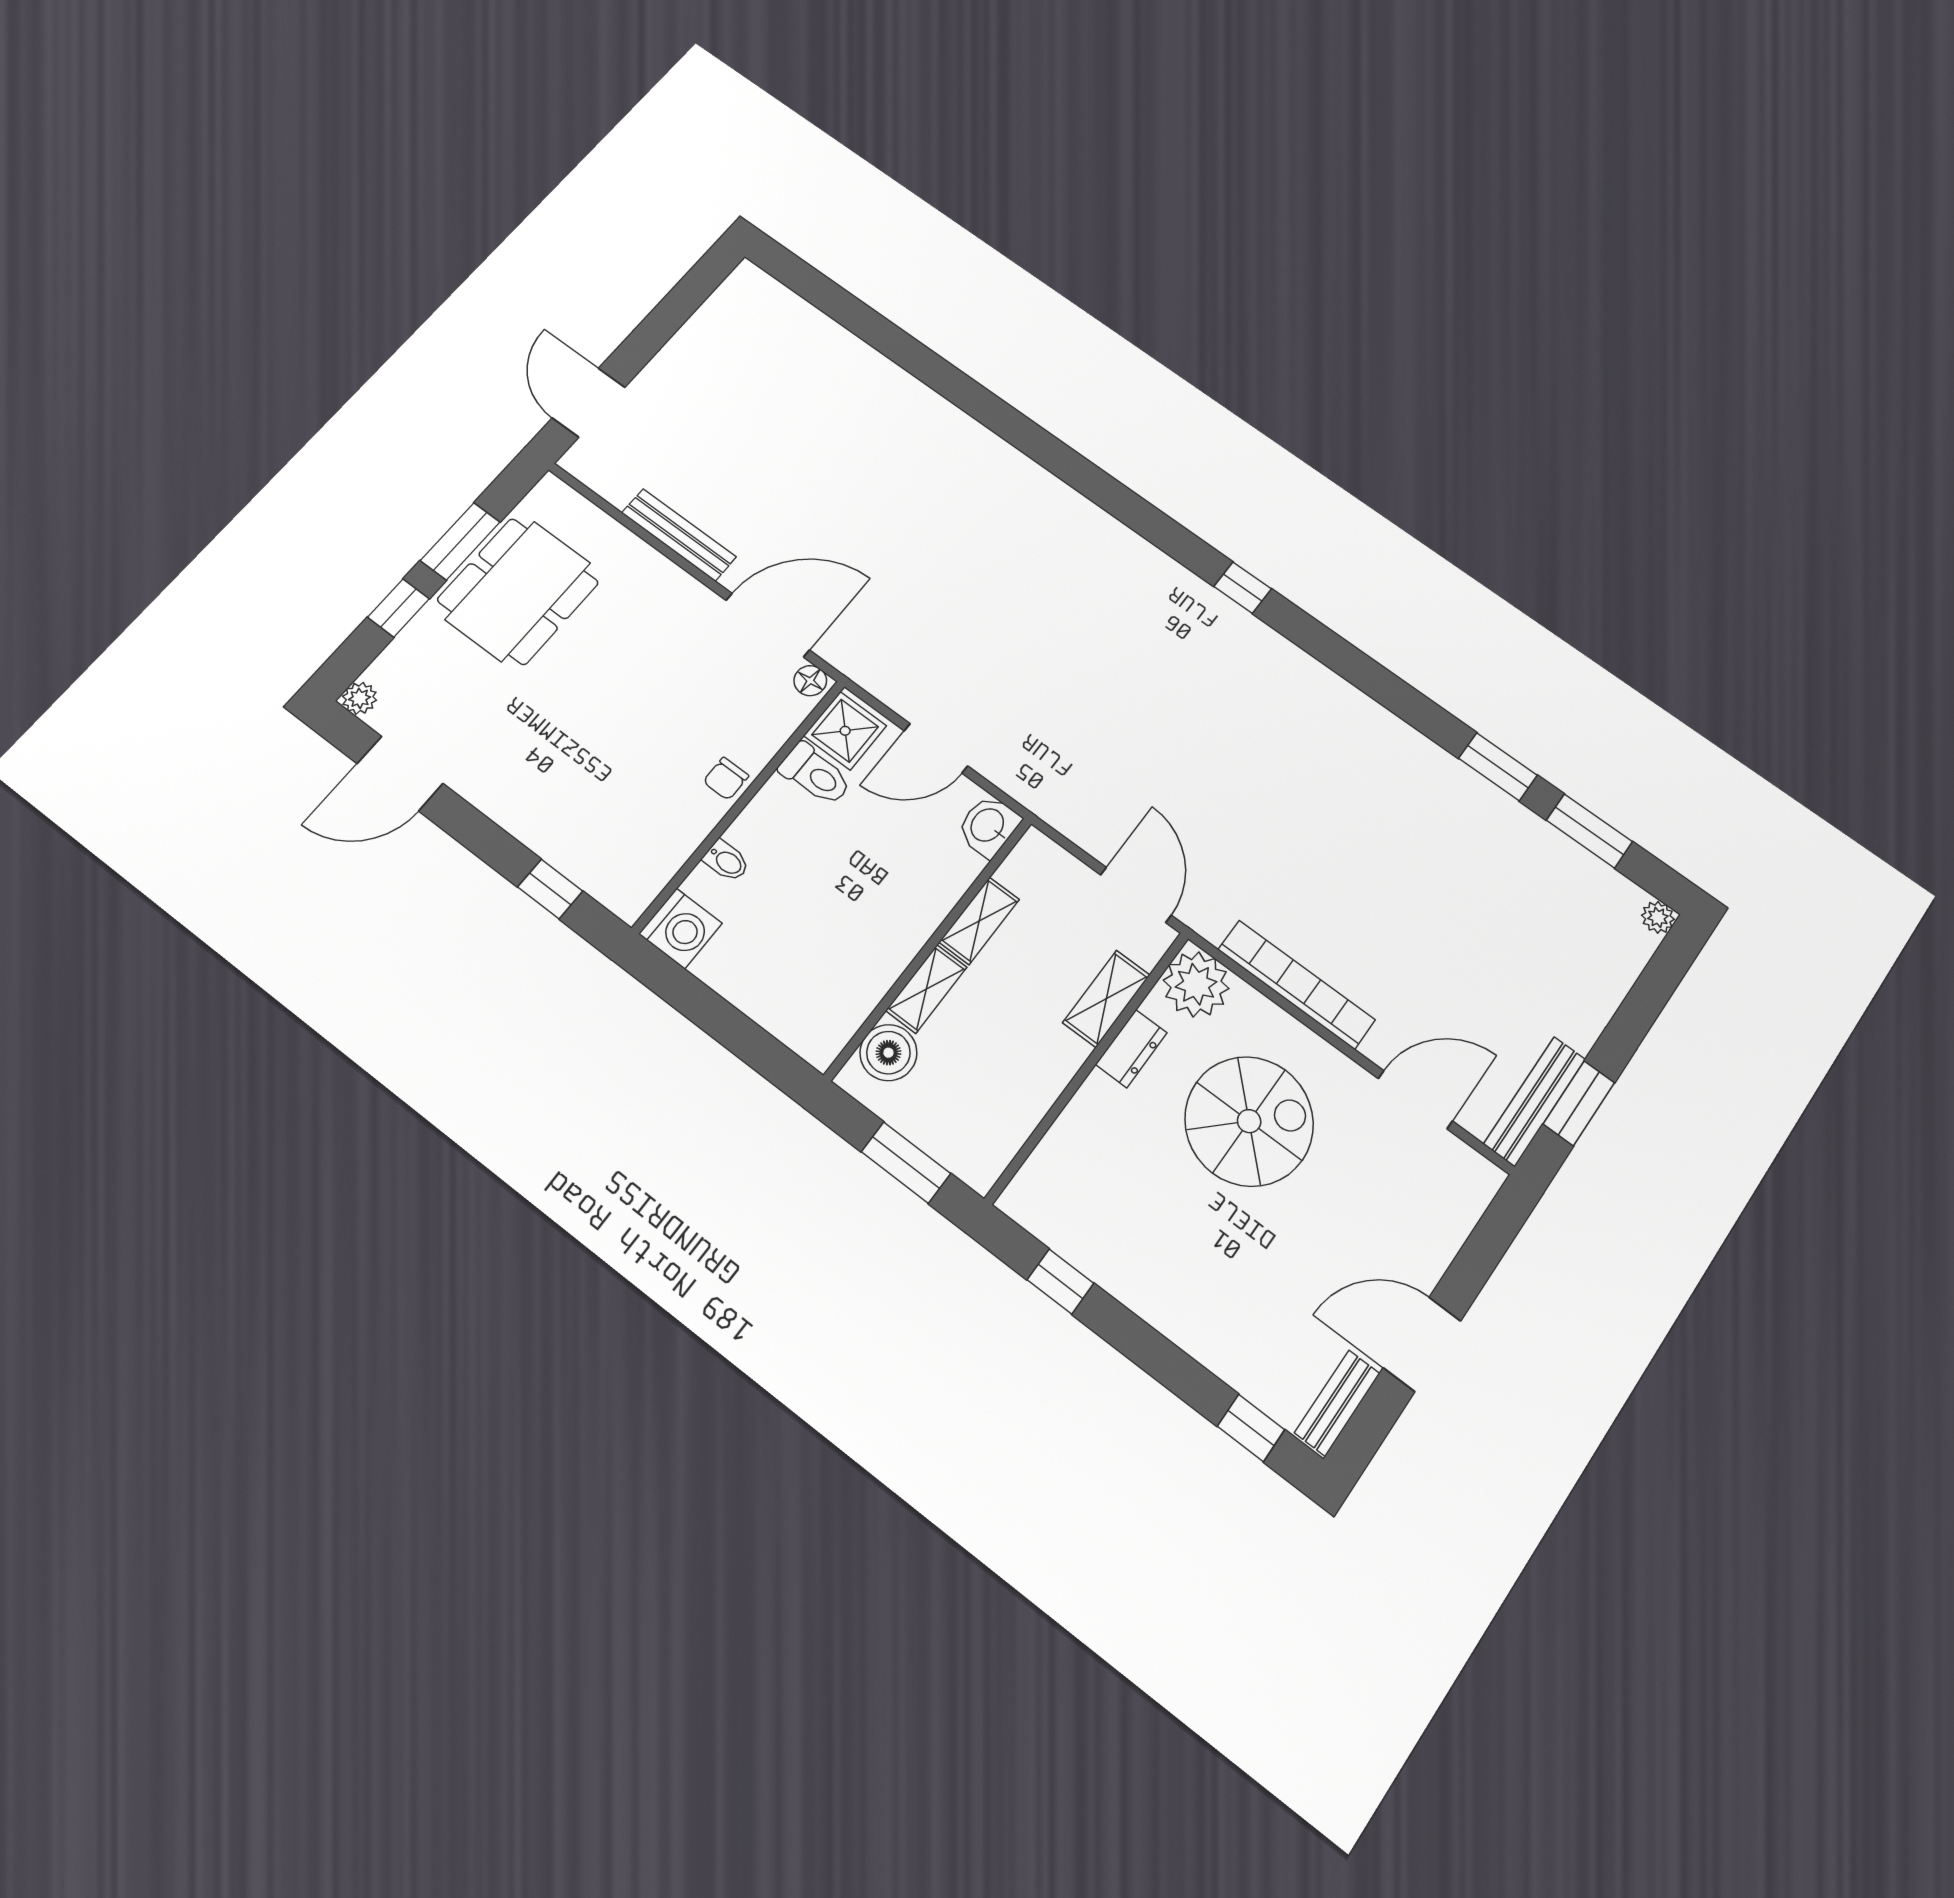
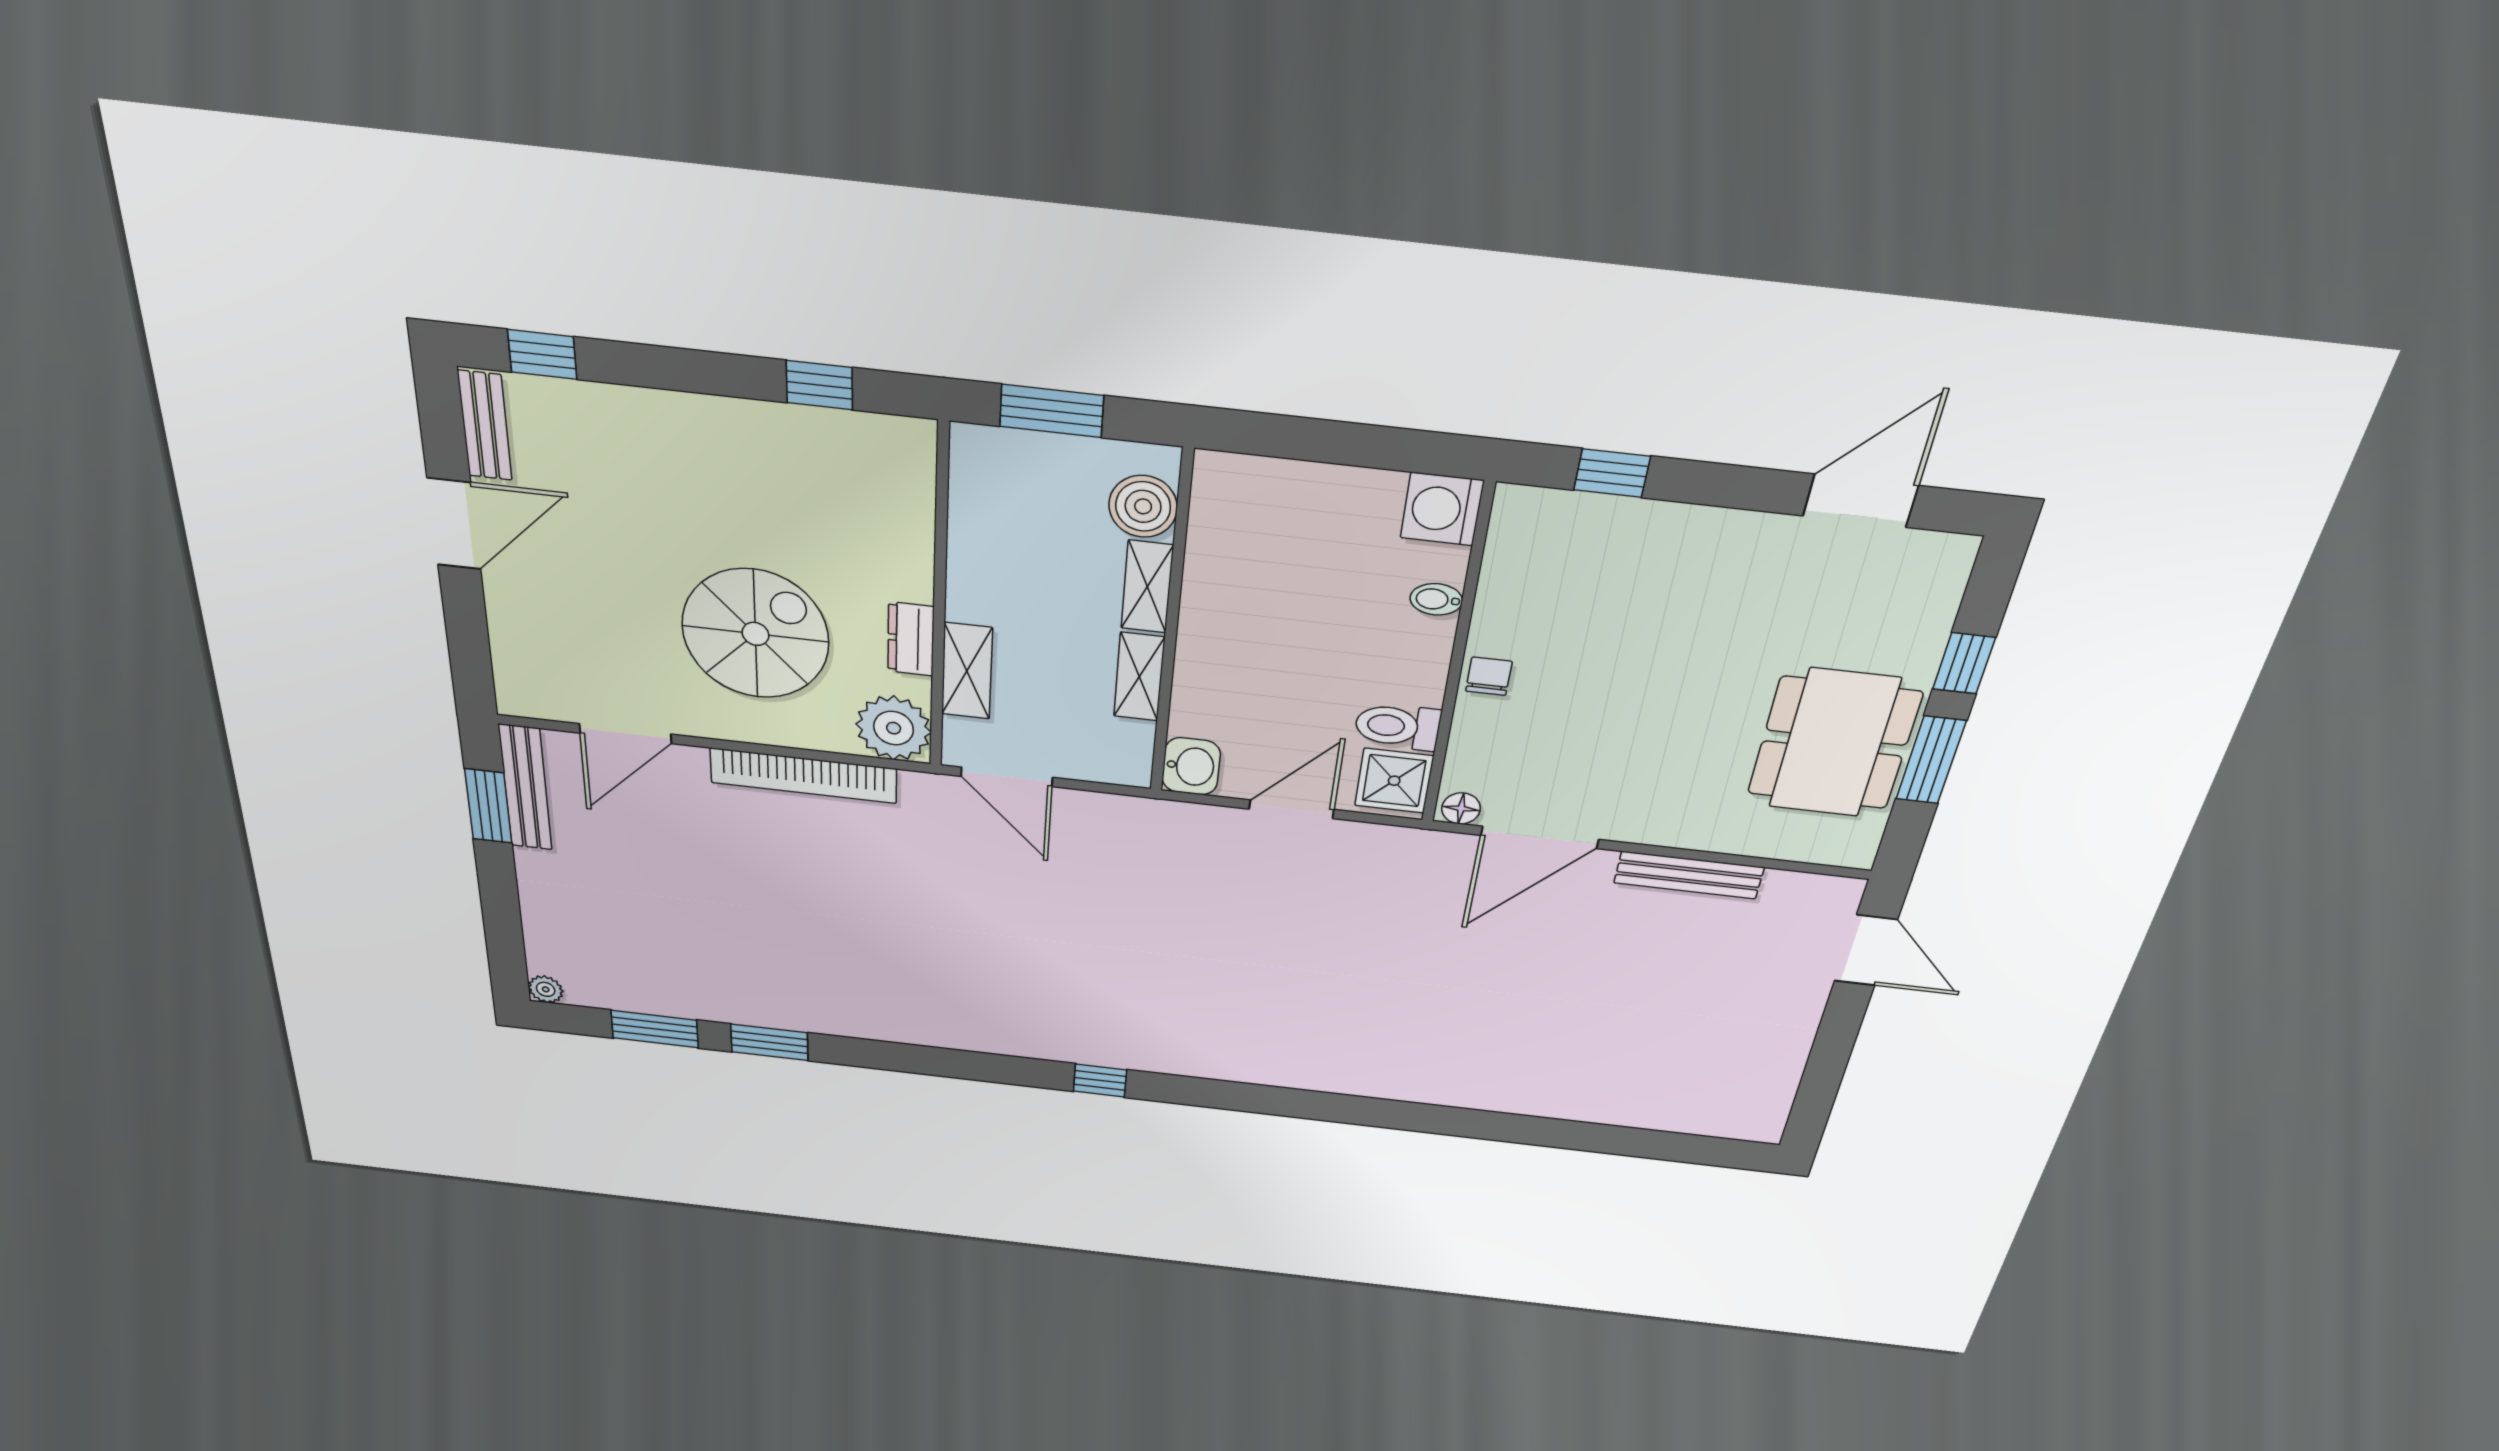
plant: (360, 698) -> (1956, 553), removed
spiral stairs: (1249, 1121) -> (755, 634), turned 180

